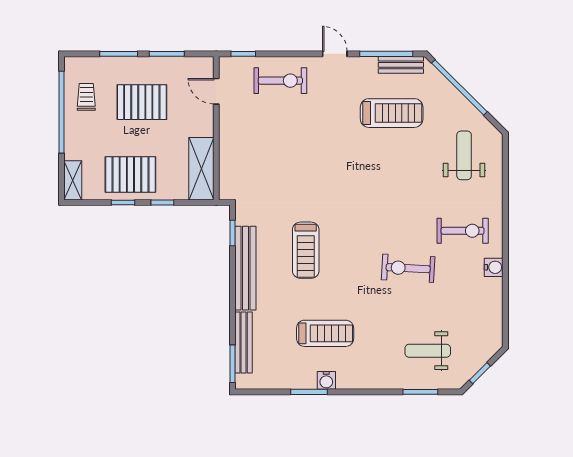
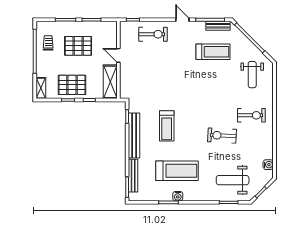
door: (216, 91) -> (118, 55), moved
weight bench: (464, 155) -> (252, 75), turned 180
water cooler: (494, 267) -> (268, 165), moved
treadmill: (325, 333) -> (177, 171), width x1.37, depth x1.38
weight bench: (428, 351) -> (233, 180), width x1.36, depth x1.33

